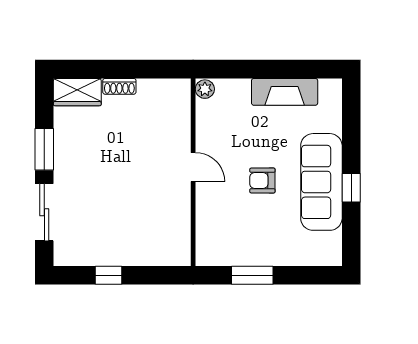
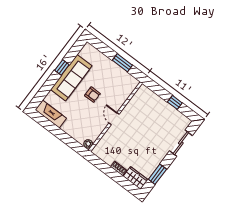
fireplace: (285, 92) -> (51, 114), moved
window: (44, 149) -> (157, 174), moved

